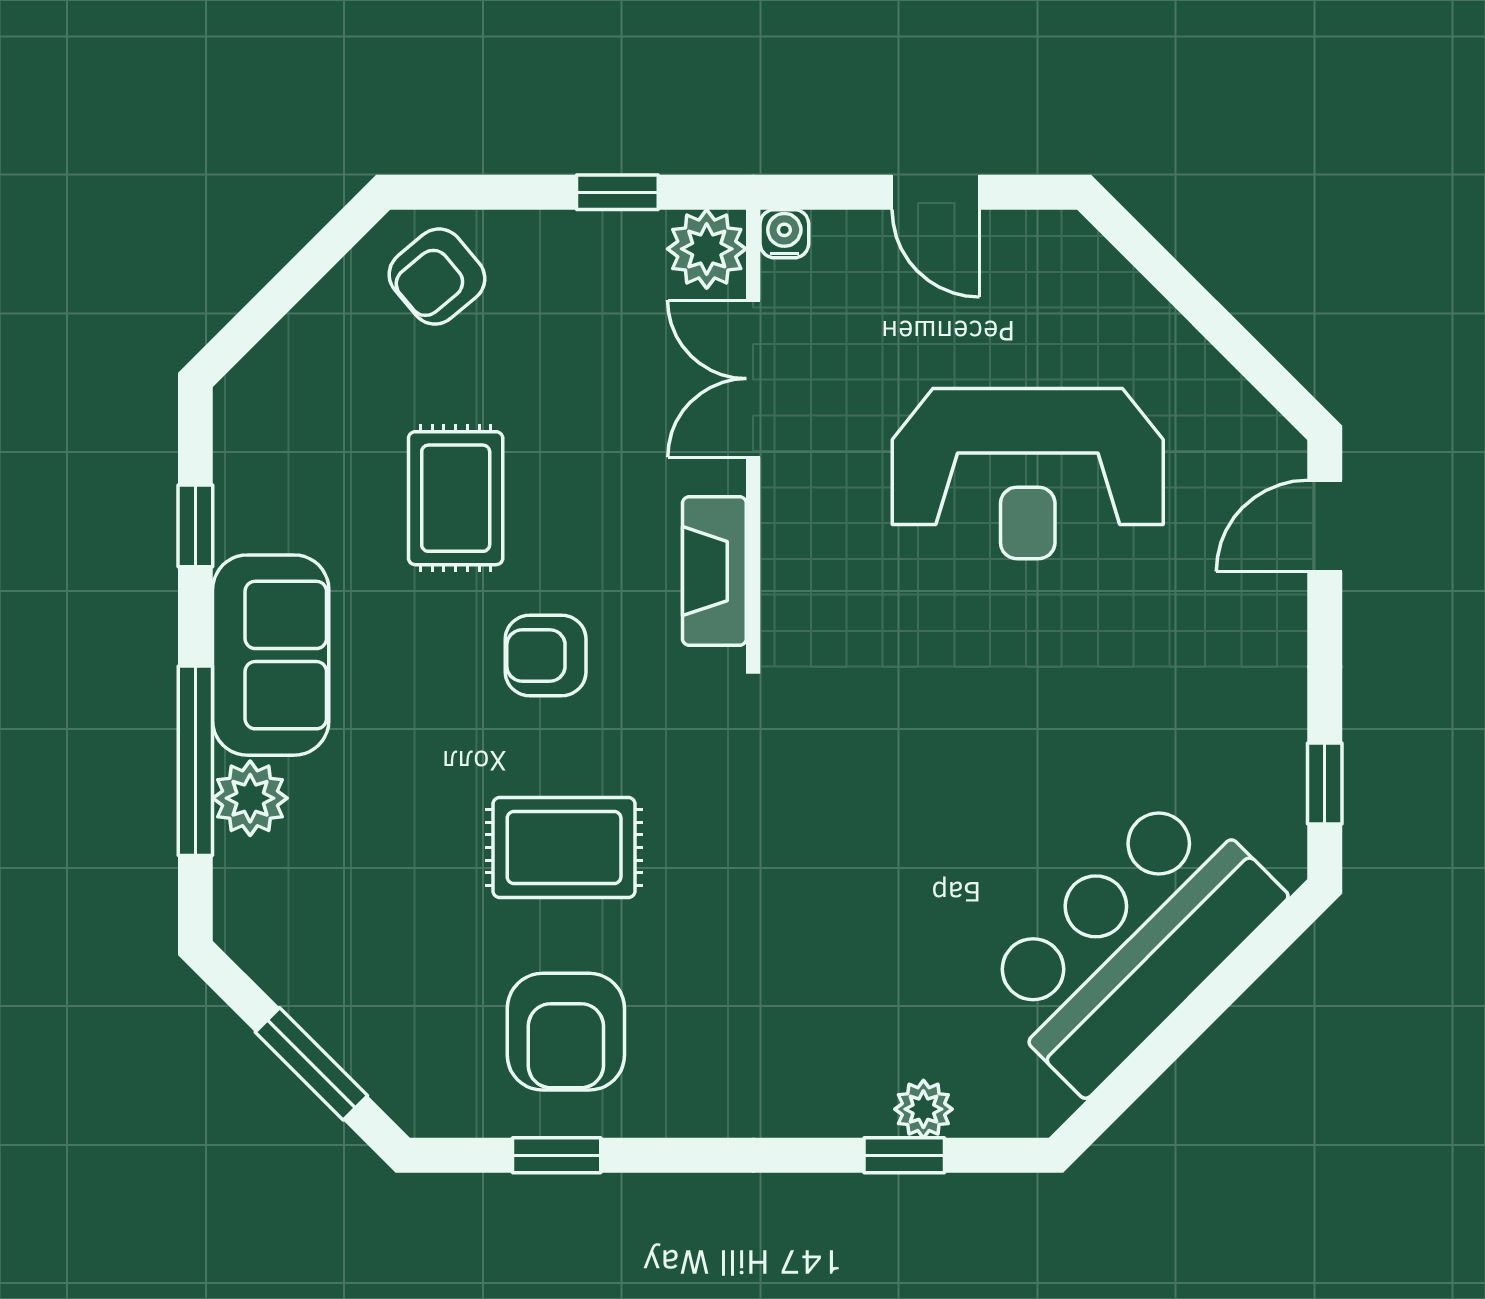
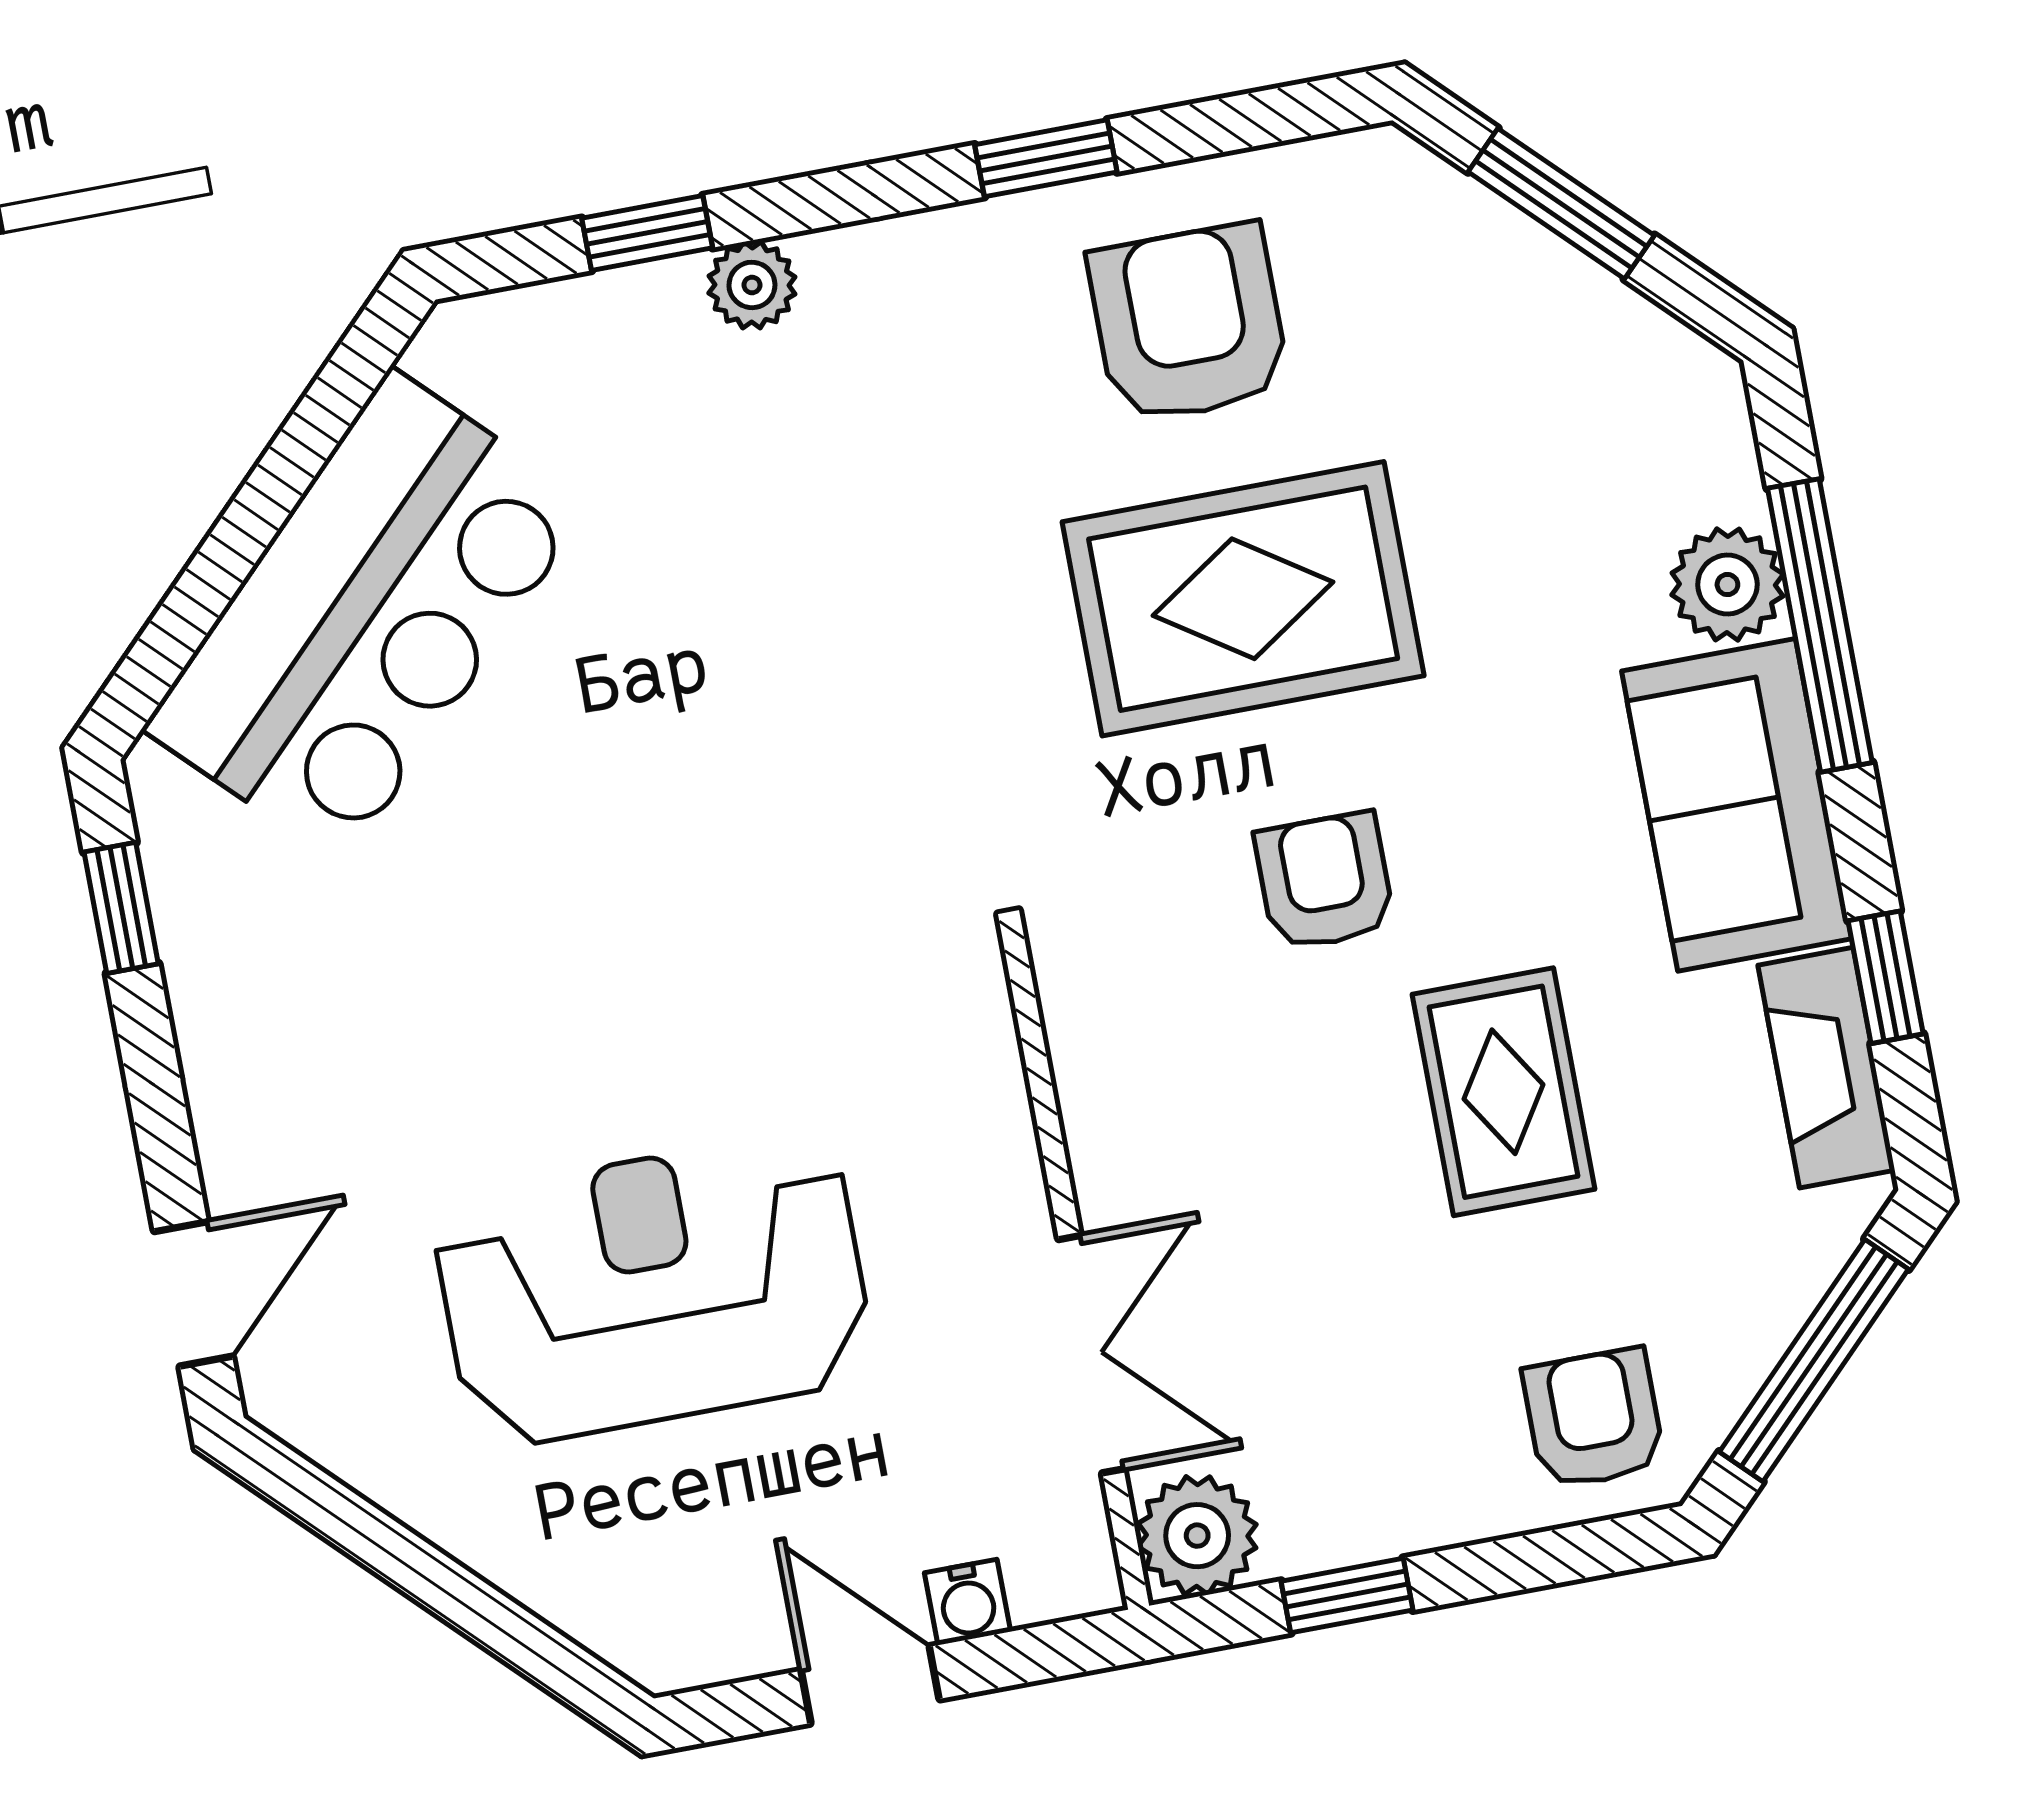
water cooler: (784, 234) -> (968, 1602), moved
armchair: (437, 277) -> (1594, 1419), turned -50
window: (288, 287) -> (1814, 1360), added
fireplace: (714, 571) -> (1826, 1068), moved, turned 180
armchair: (546, 655) -> (1325, 881), turned -90
rug: (564, 848) -> (1243, 599), width x1.36, depth x1.43
plant: (923, 1109) -> (752, 285), moved
window: (557, 1155) -> (1046, 158), moved

